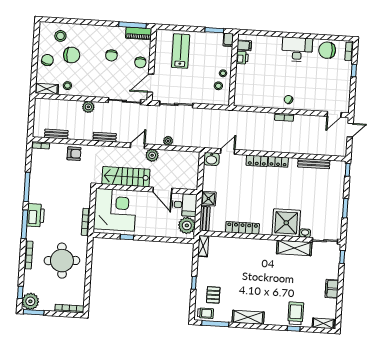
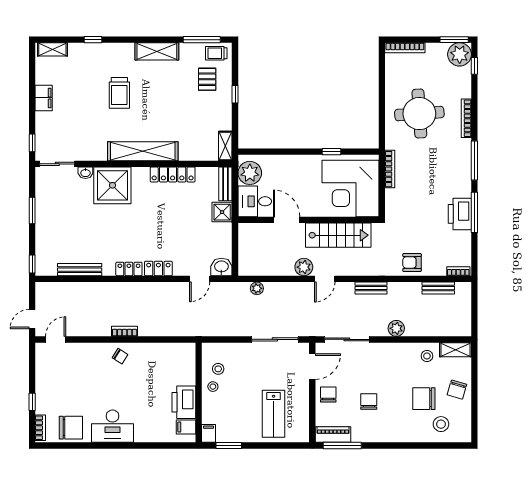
printer: (242, 58) -> (184, 402), width x1.87, depth x1.48
plant: (168, 141) -> (257, 288), moved
printer: (36, 215) -> (460, 214), moved
shelving: (294, 248) -> (143, 151), moved, width x1.47
trolley: (296, 313) -> (119, 93), moved

